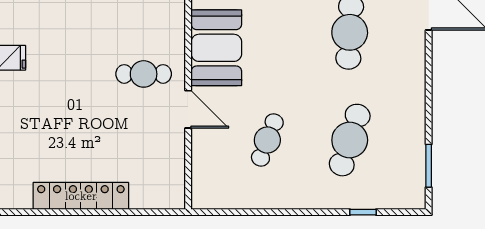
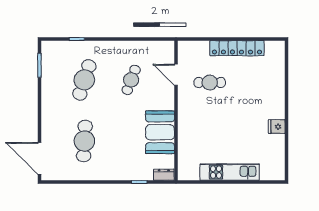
cafe table: (144, 74) -> (210, 83), moved
door: (188, 109) -> (176, 75), moved

